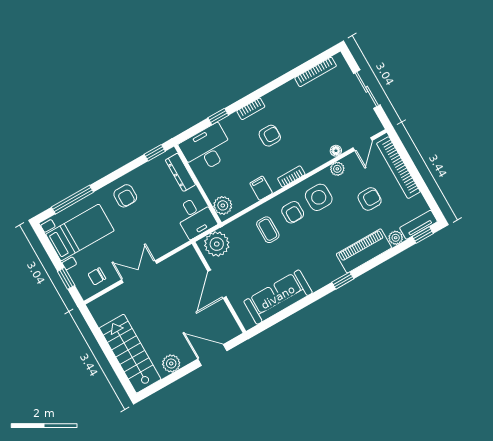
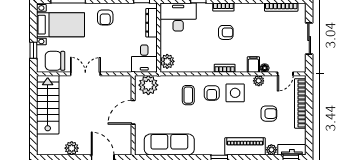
filing cabinet: (261, 188) -> (253, 64), moved
chair: (97, 276) -> (55, 61), width x1.87, depth x1.87
stairs: (130, 354) -> (48, 105), moved

